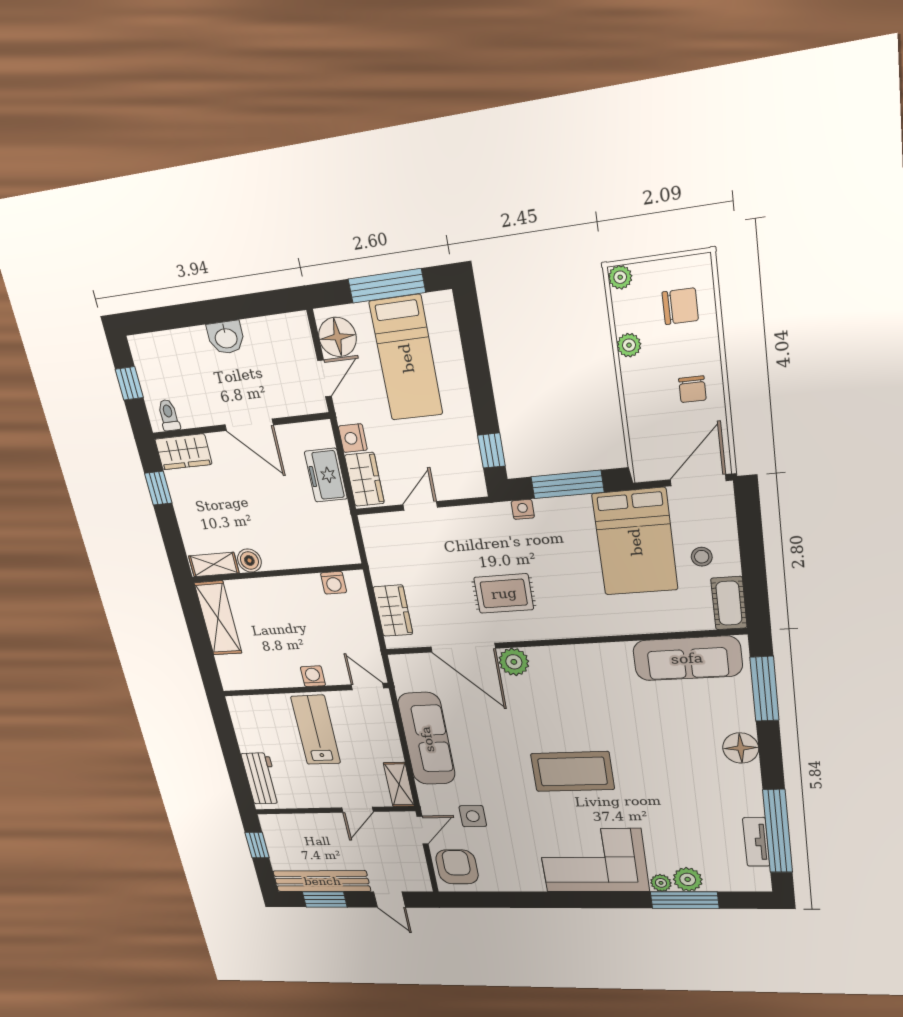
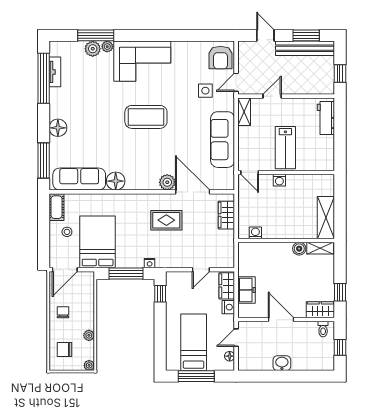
floor lamp: (337, 337) -> (230, 356), width x0.53, depth x0.53
floor lamp: (614, 659) -> (116, 181), added

